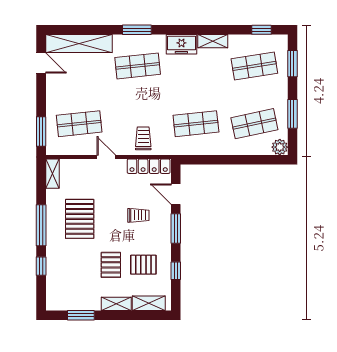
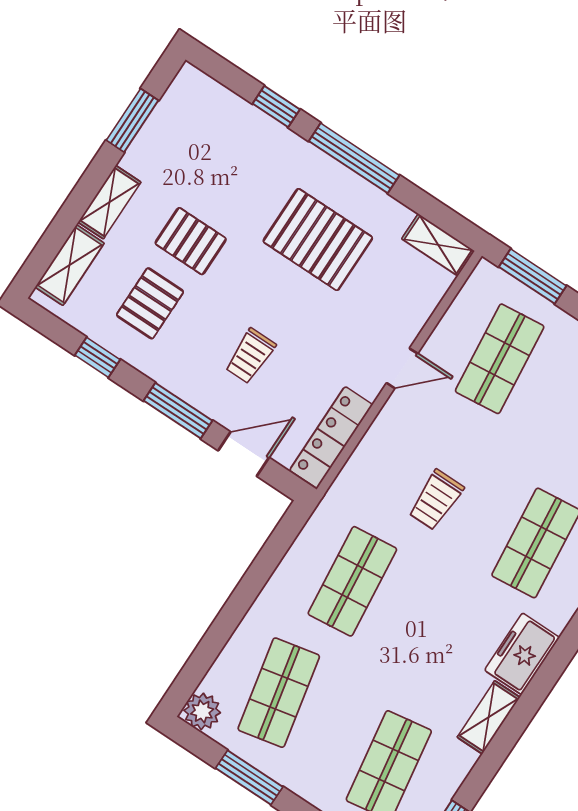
trolley: (143, 138) -> (436, 500), moved, turned 90

